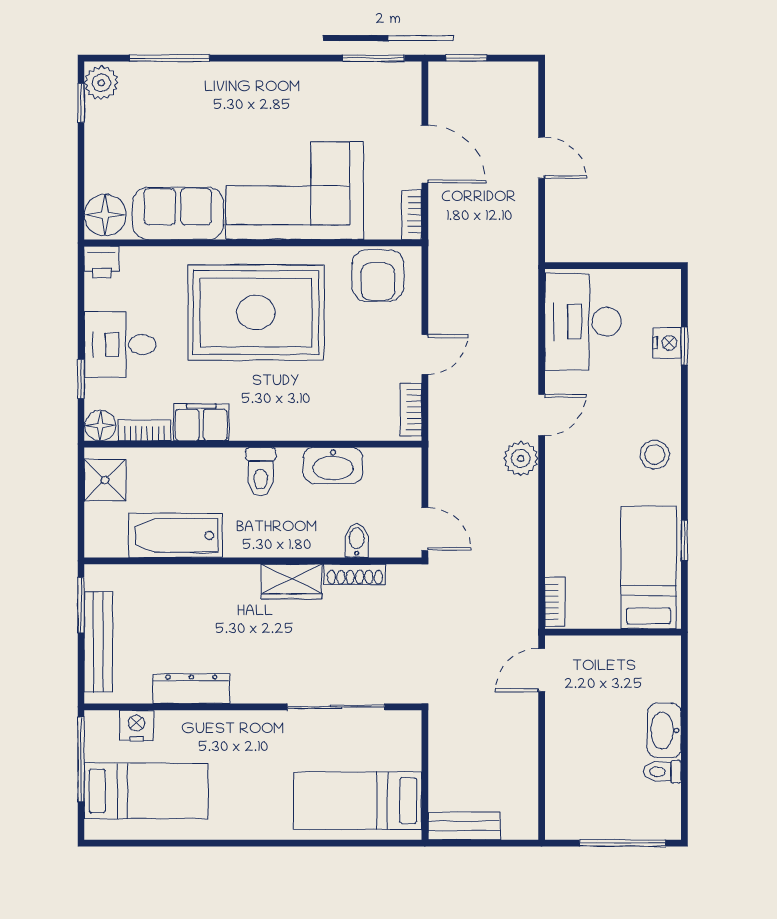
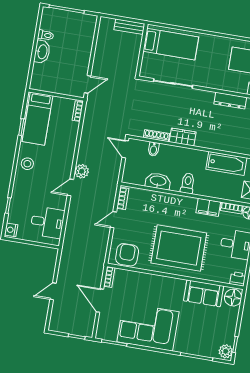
door: (542, 158) -> (53, 291), hinge flipped
corner sofa: (295, 191) -> (148, 327), moved, turned 180
desk: (583, 322) -> (47, 222), width x0.73
nightstand: (667, 343) -> (11, 230), moved

